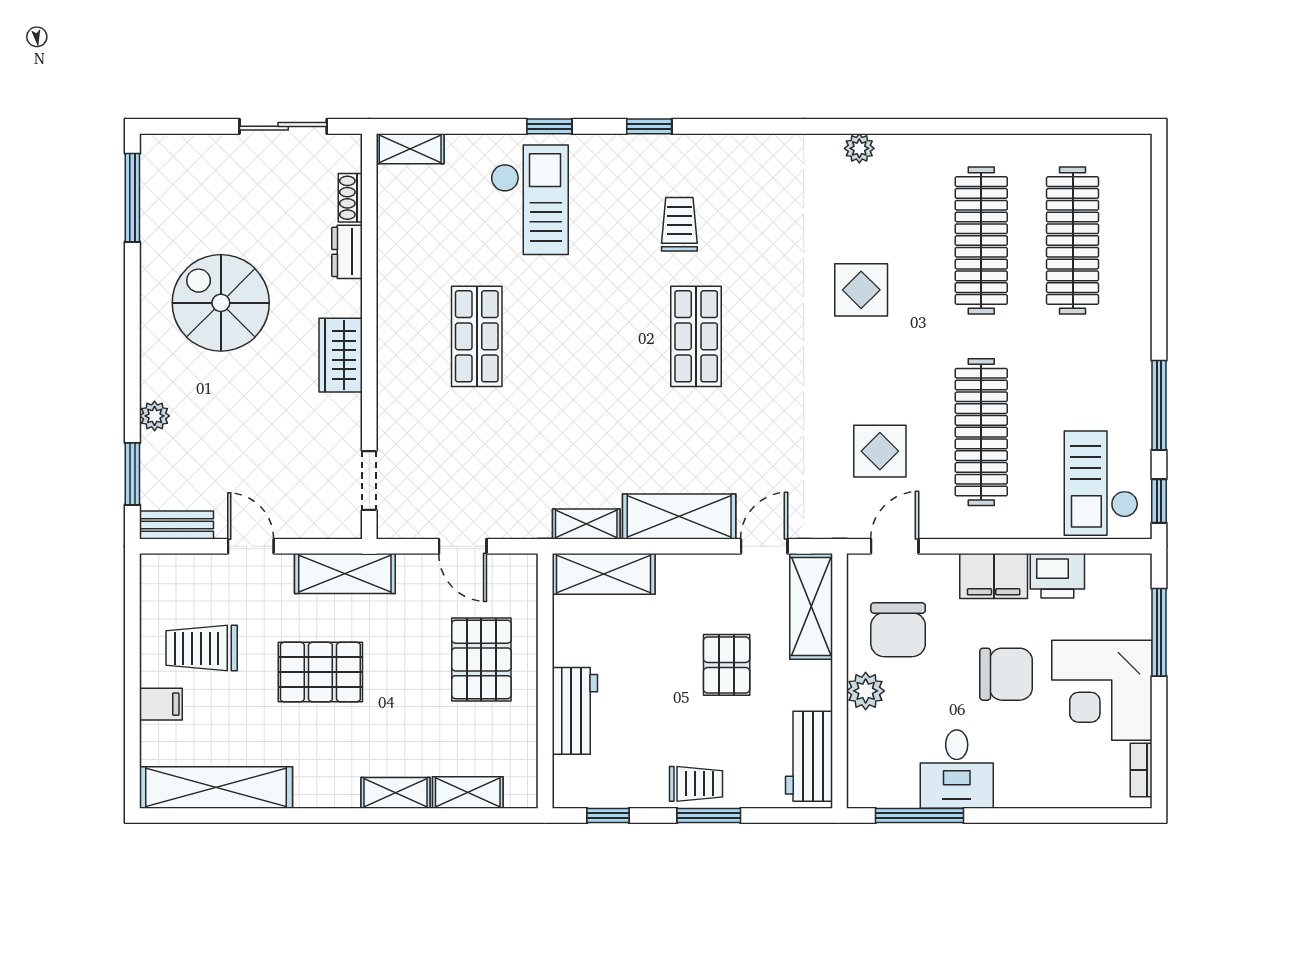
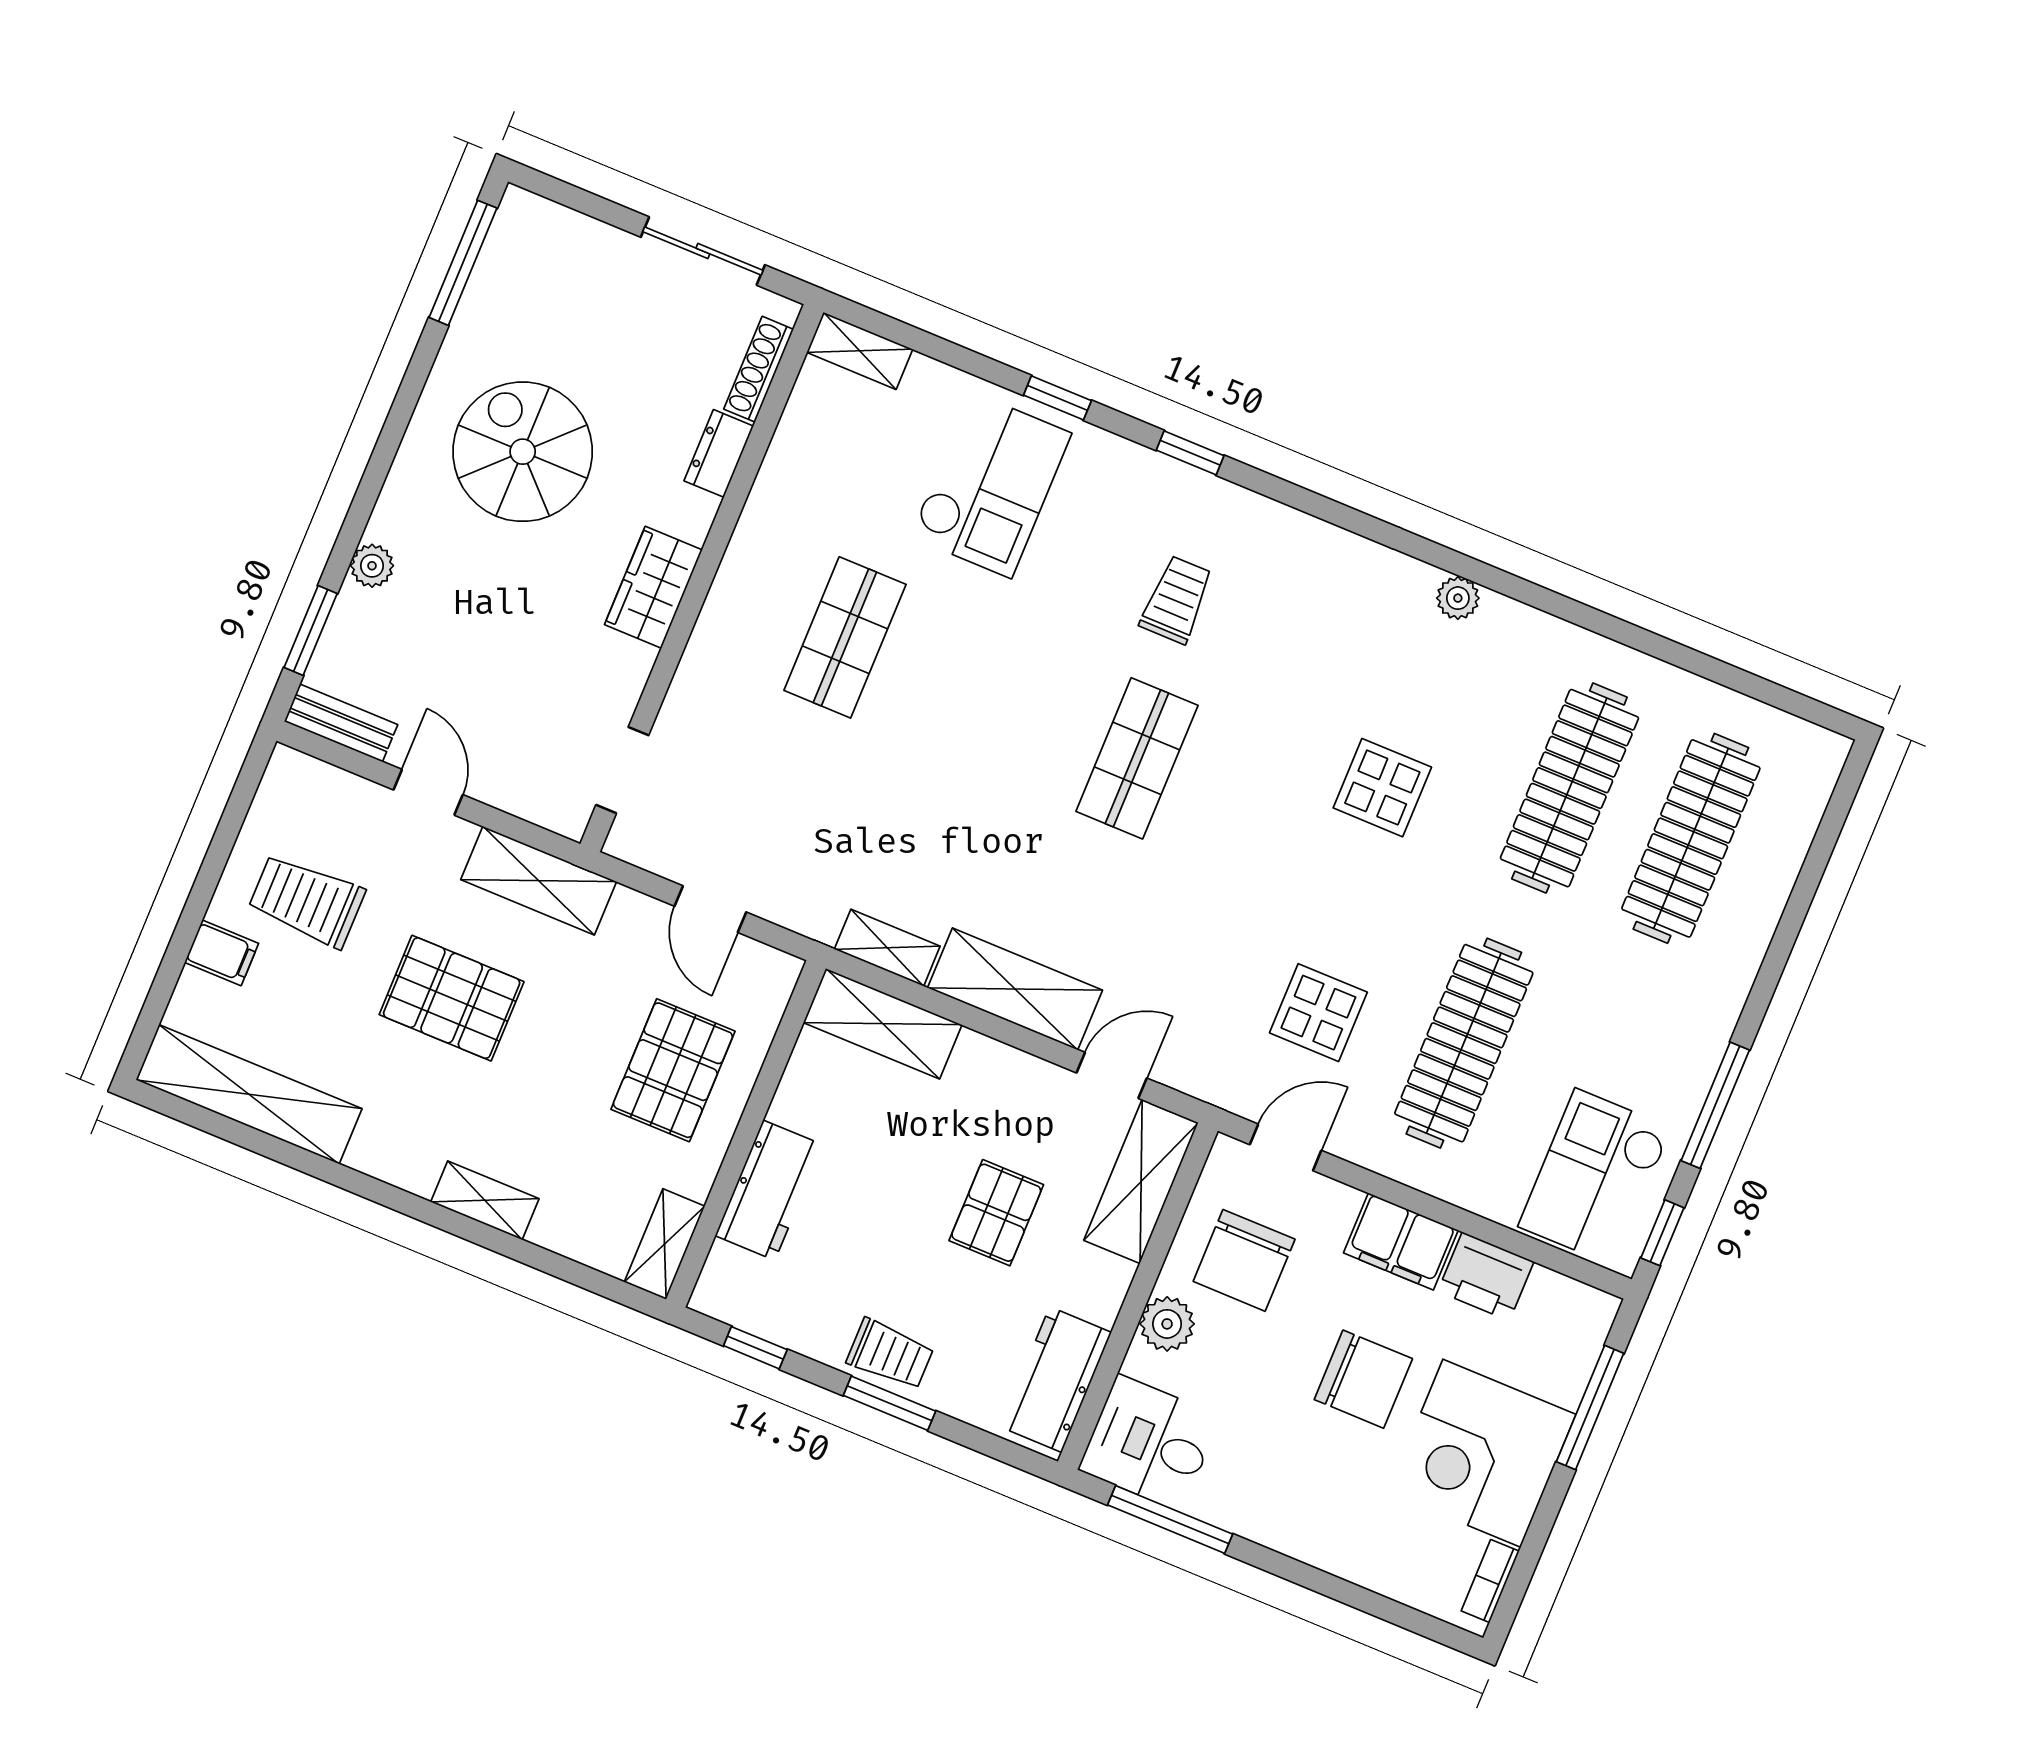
shoe rack: (350, 198) -> (759, 369), width x1.43
desk: (957, 769) -> (1149, 1443), moved, turned 90
shelving: (468, 793) -> (664, 1244), moved, turned 90

